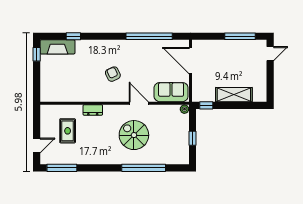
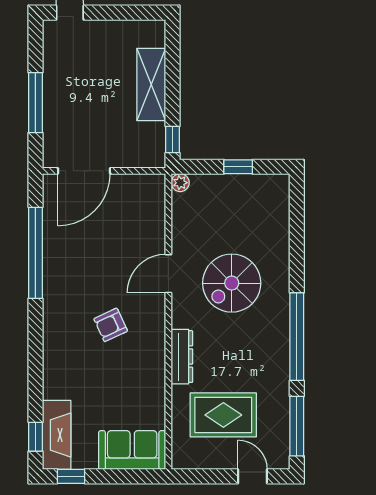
window: (73, 36) -> (35, 437), moved
window: (240, 36) -> (35, 103), moved
sofa: (171, 92) -> (132, 450), moved, turned 90
dresser: (93, 110) -> (182, 357), width x1.44
rug: (68, 131) -> (223, 415), width x1.36, depth x1.43
window: (144, 168) -> (297, 337), moved

